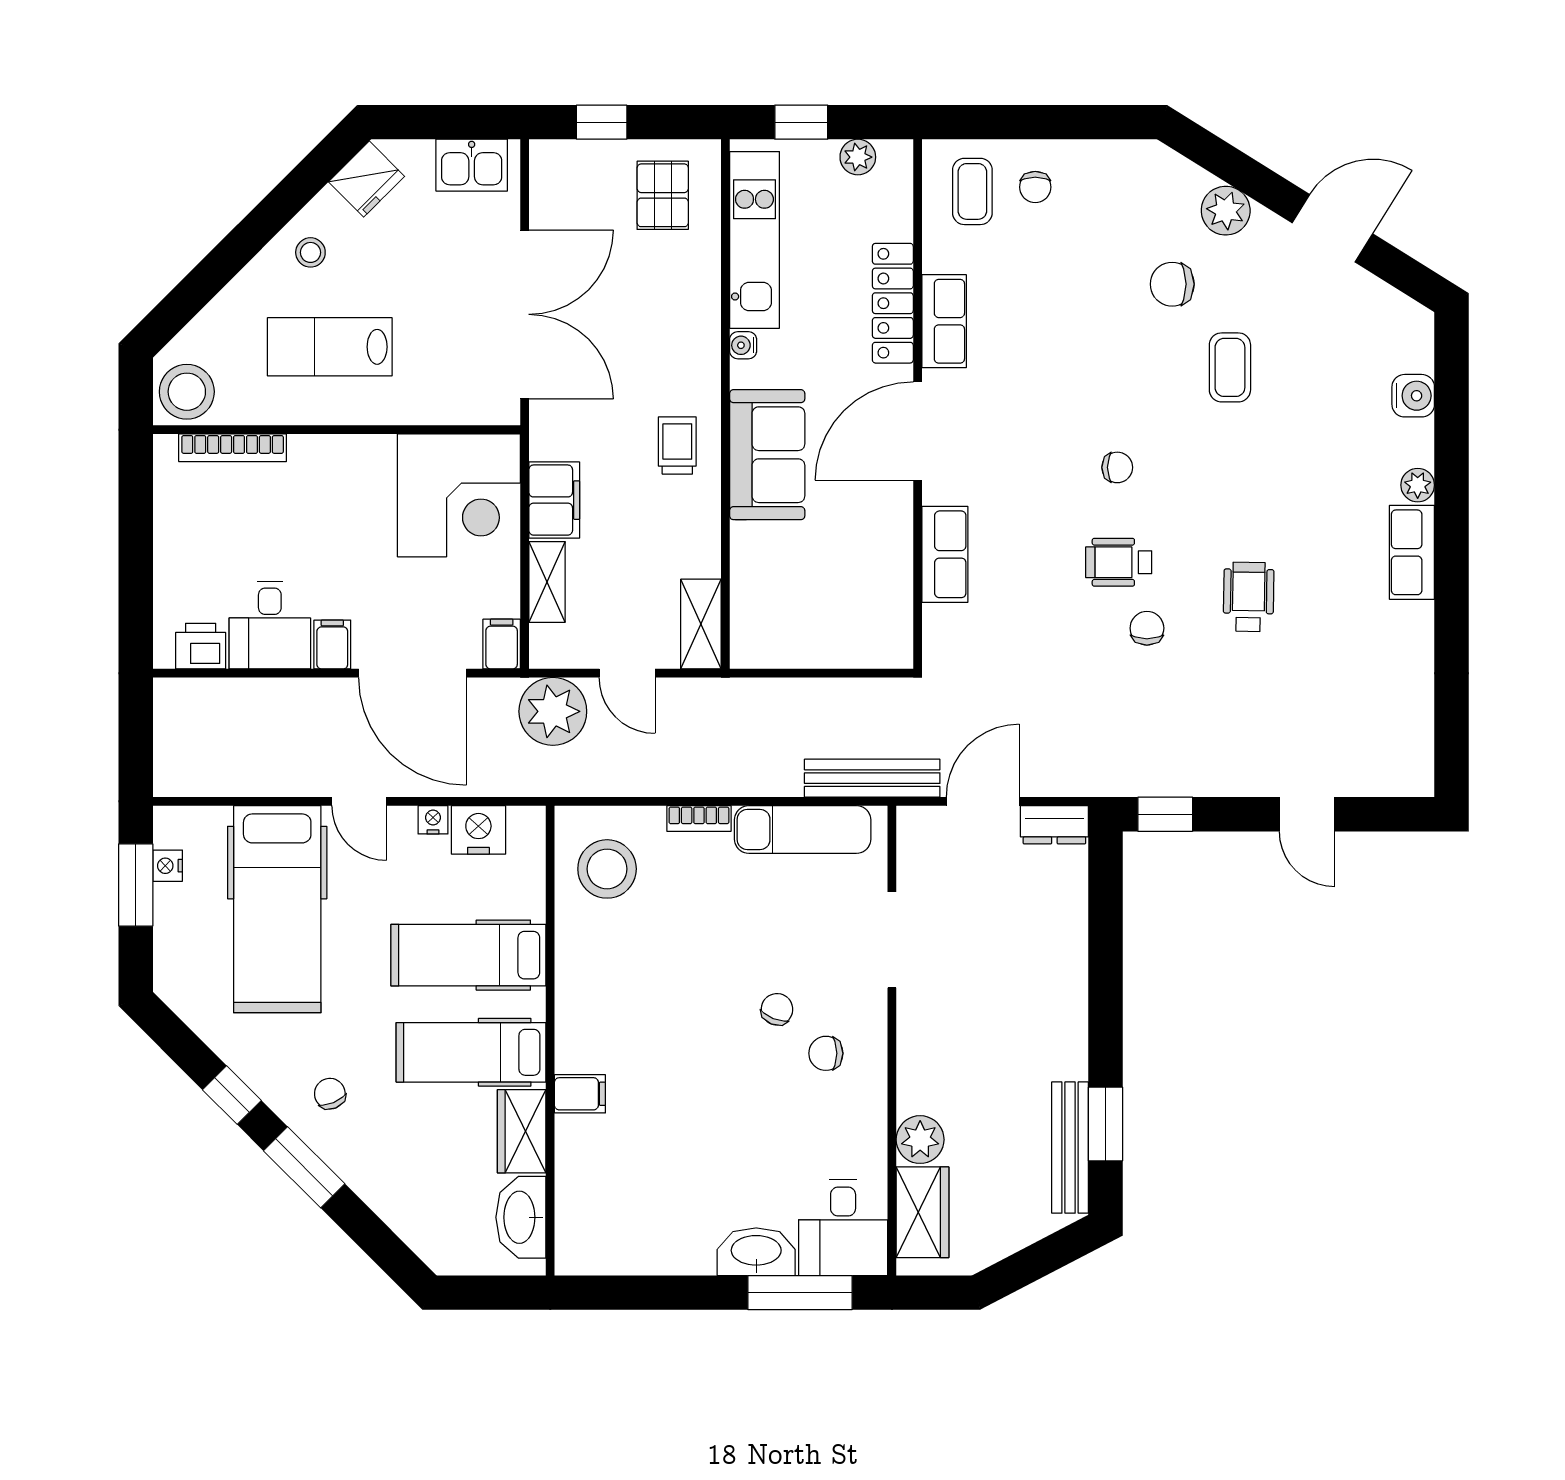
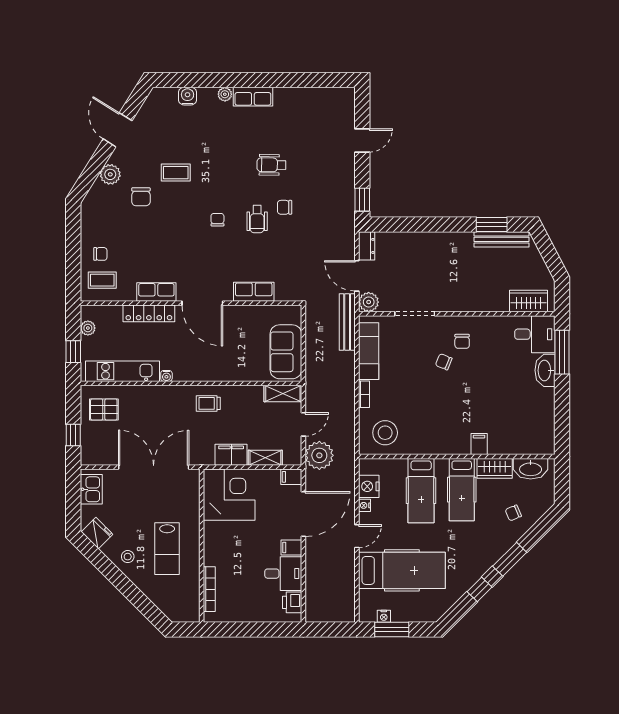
stool: (187, 392) -> (186, 608), removed
sofa: (767, 455) -> (286, 352), moved, turned -90
chair: (330, 1094) -> (513, 513), moved
plant: (920, 1140) -> (369, 302), moved

